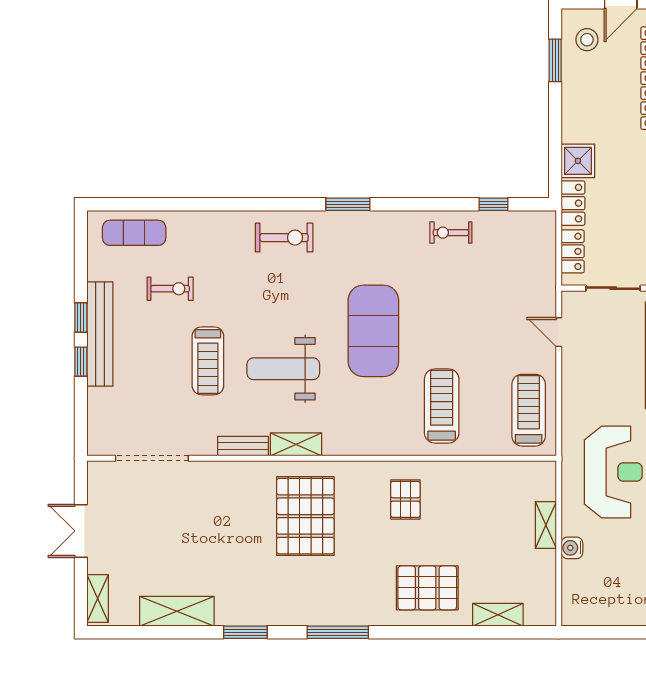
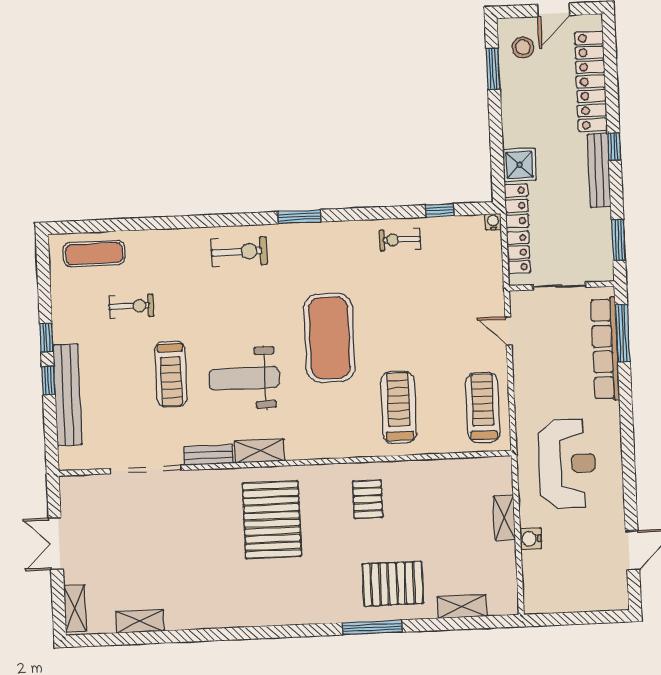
water cooler: (548, 219) -> (493, 222), added
bench: (100, 334) -> (67, 395), moved
doorway: (152, 458) -> (146, 469), moved
shelving: (177, 611) -> (140, 621), width x0.67, depth x0.75
window: (245, 632) -> (219, 634), removed
window: (338, 632) -> (372, 627), moved

